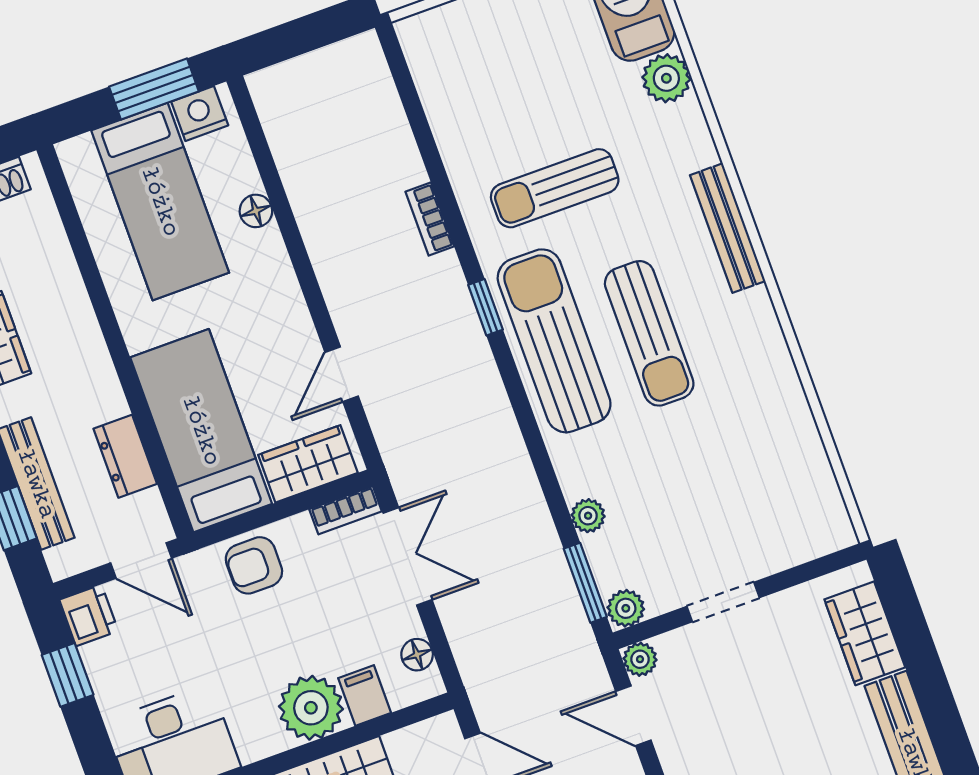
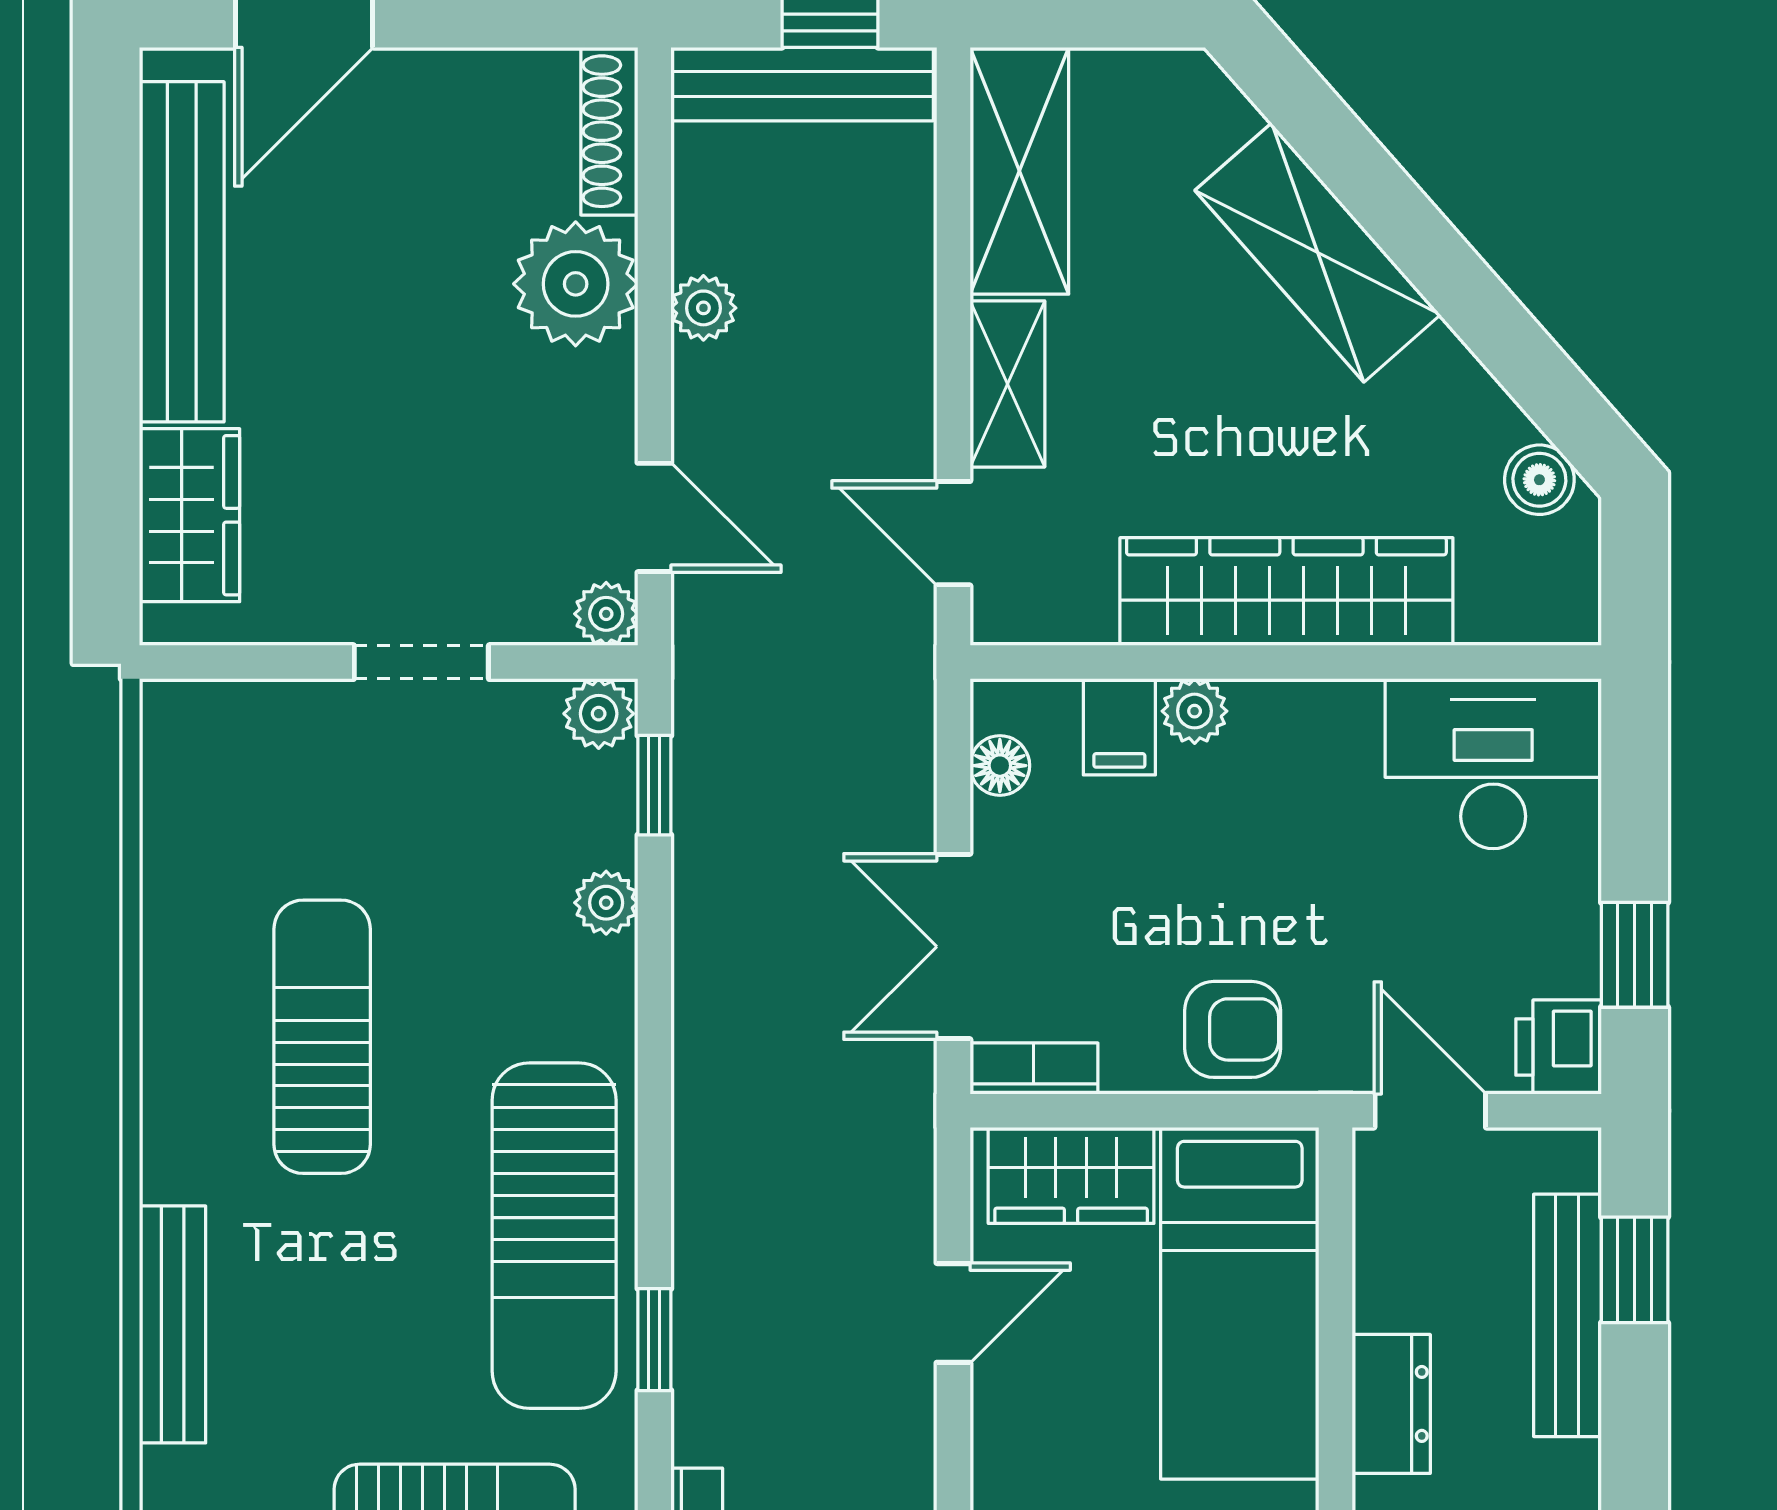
sun lounger: (649, 333) -> (322, 1037), moved
dresser: (125, 456) -> (1391, 1404), moved
window: (585, 583) -> (654, 785), width x0.67
plant: (311, 708) -> (1195, 711), width x0.53, depth x0.53

